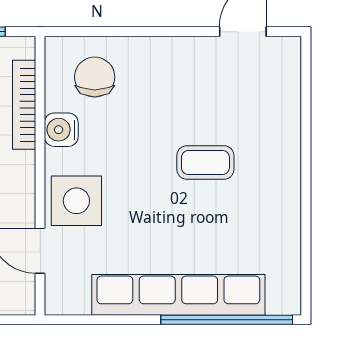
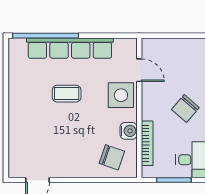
chair: (95, 77) -> (112, 157), turned -71
coffee table: (205, 162) -> (67, 94), moved

